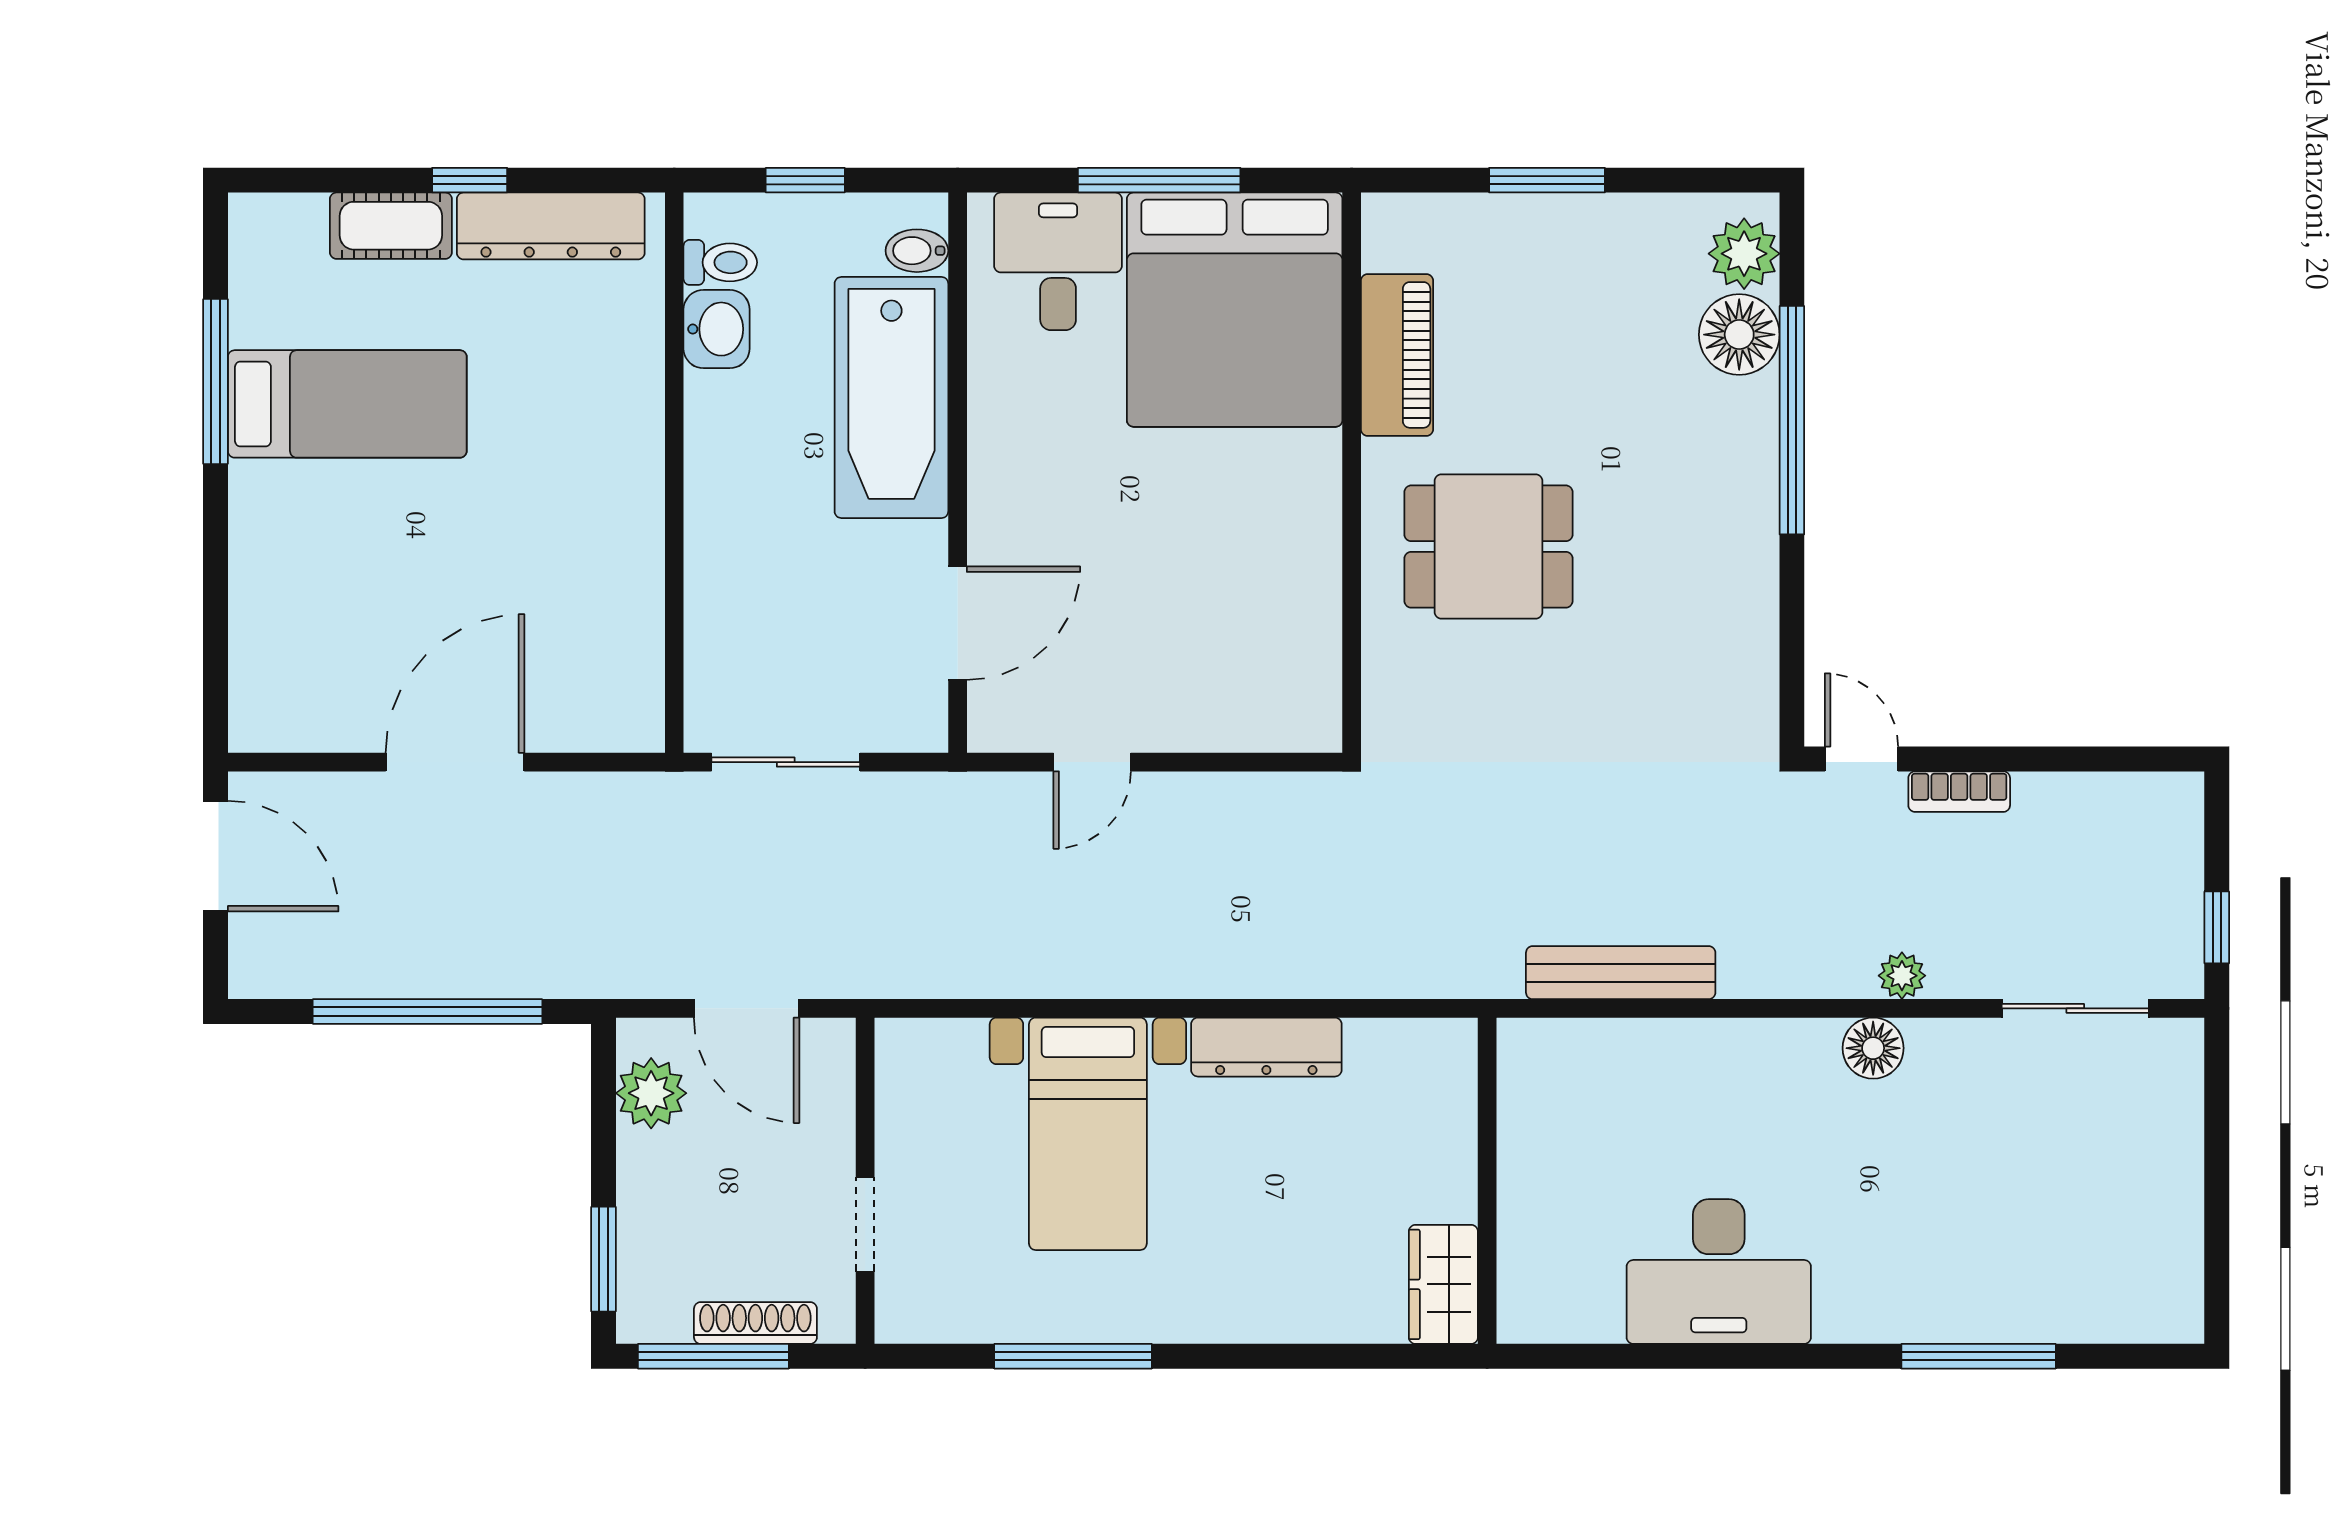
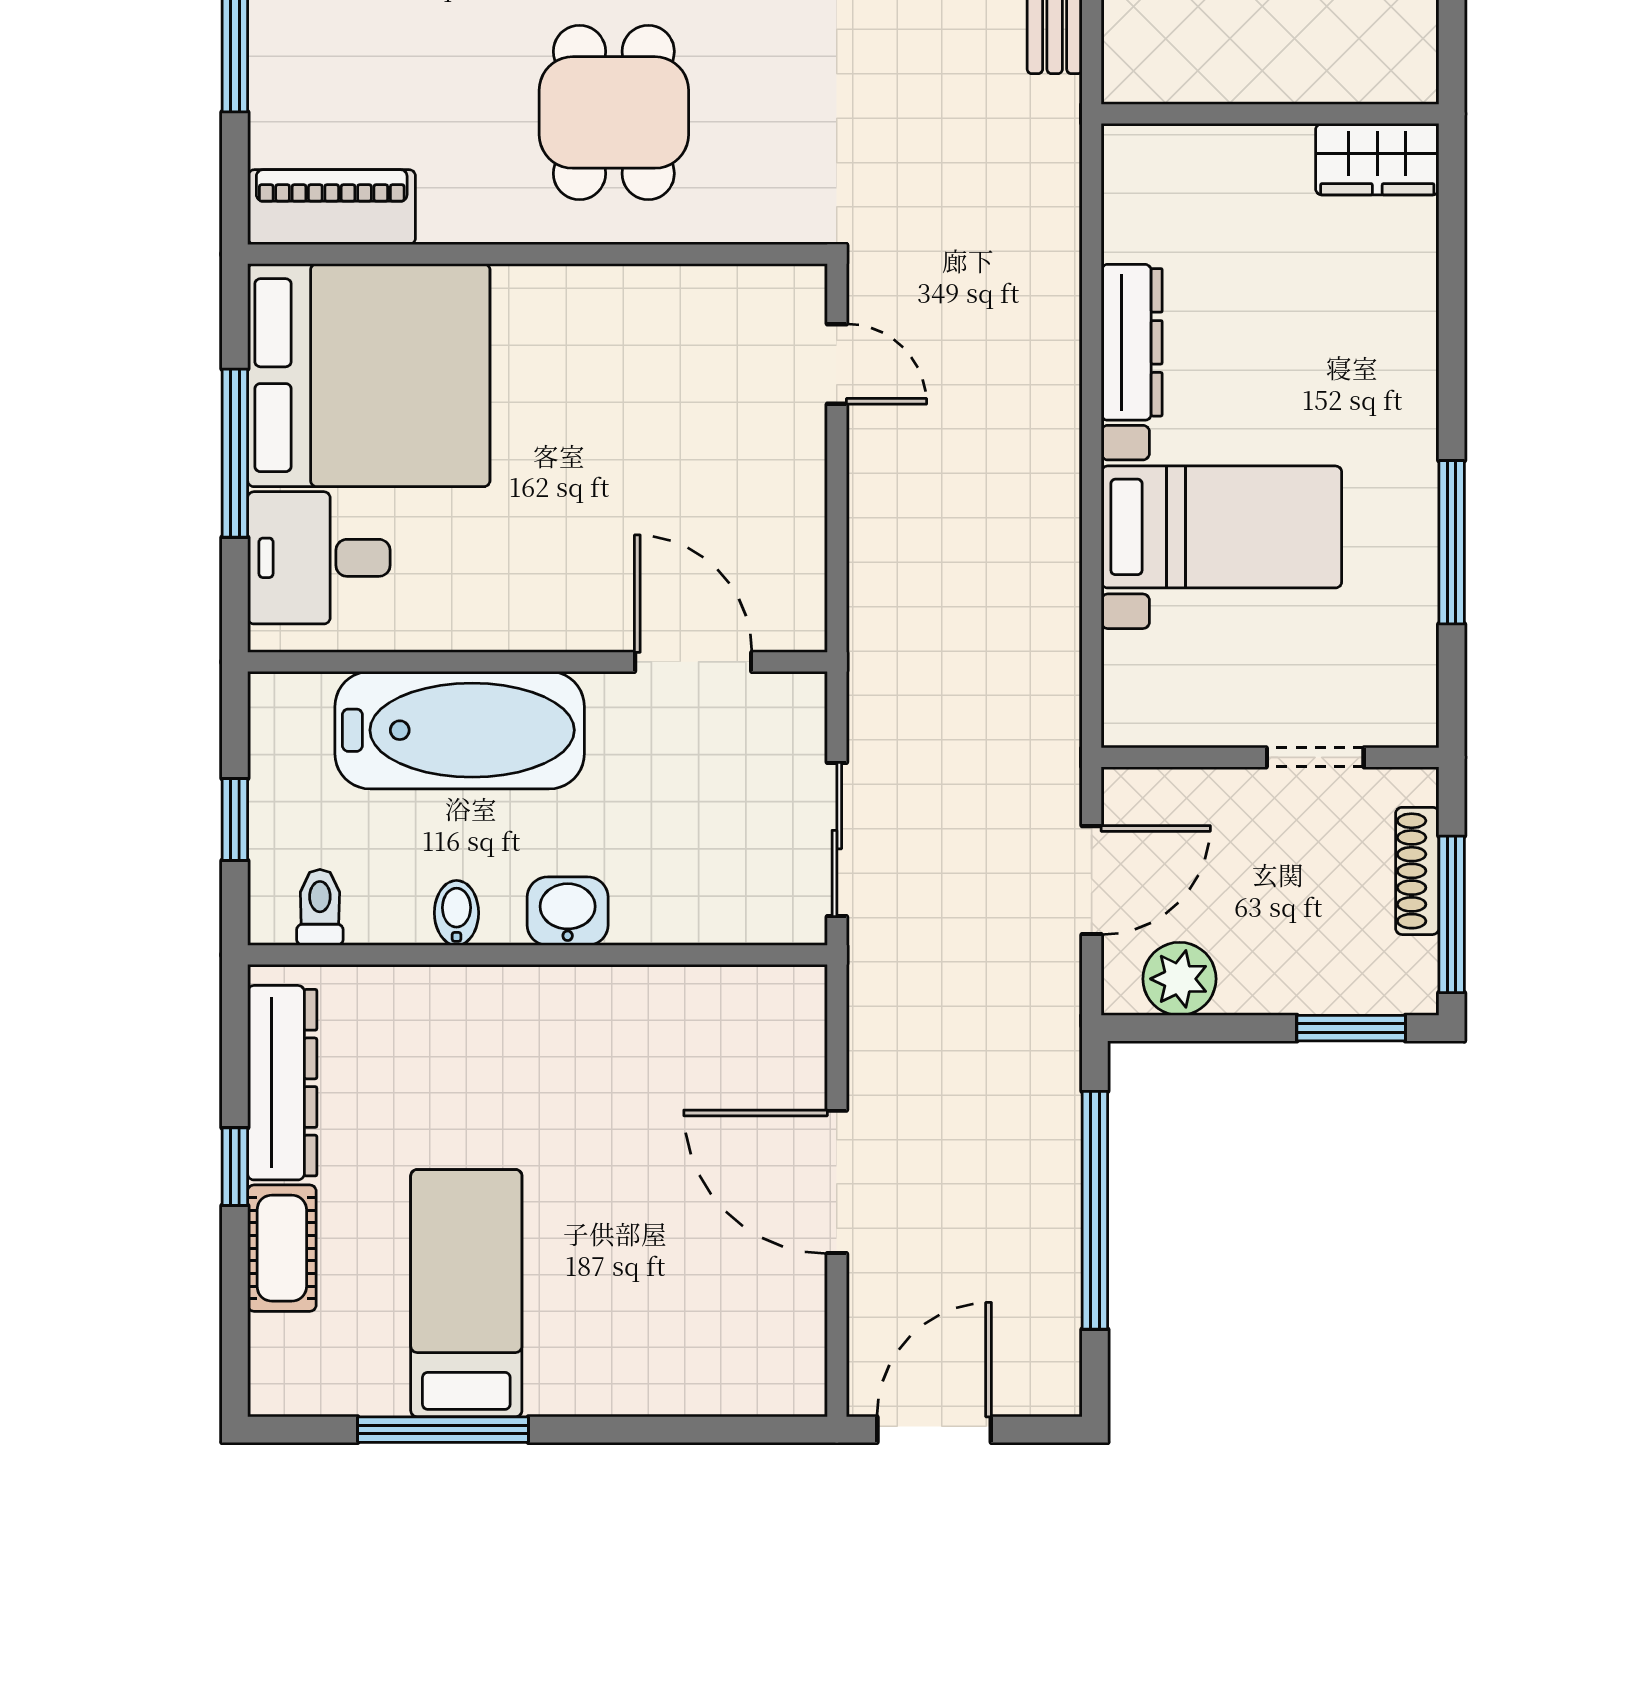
bidet: (917, 251) -> (456, 913), moved, turned 180
washbasin: (717, 329) -> (568, 911), moved
piano: (1397, 355) -> (332, 207), moved
door: (1092, 762) -> (837, 364), moved

